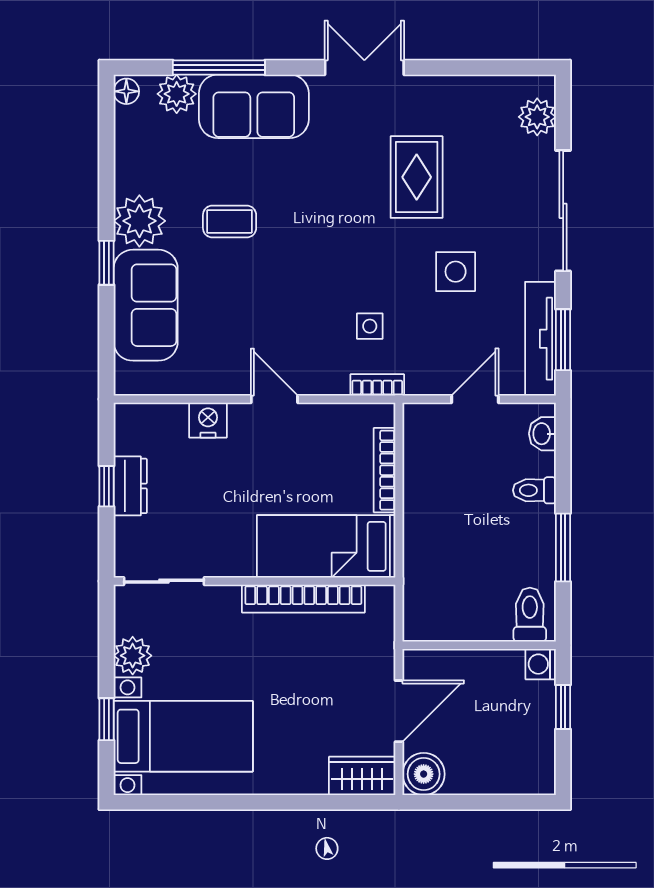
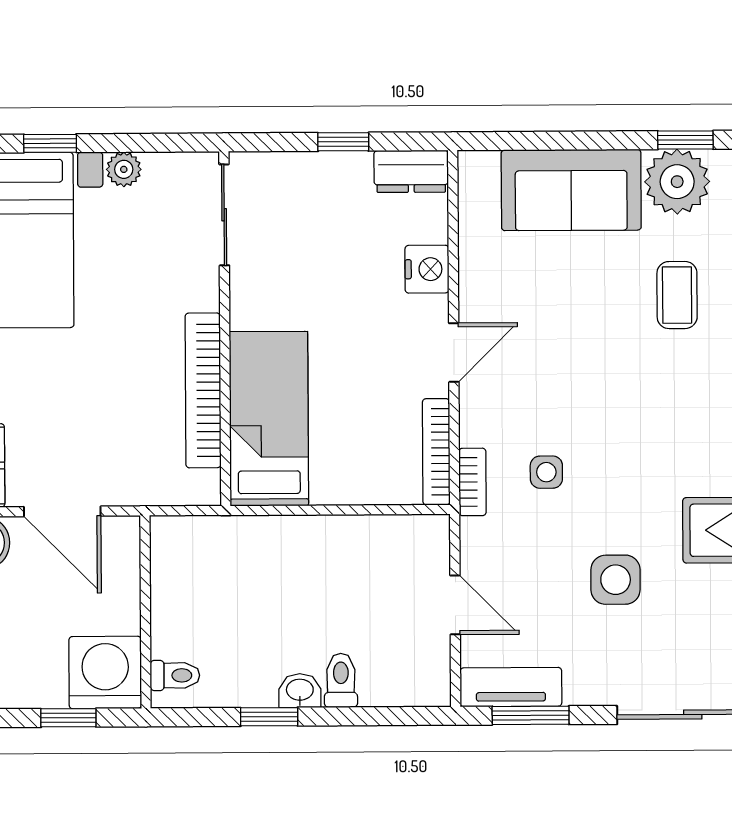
window: (106, 263) -> (685, 140), moved
tv unit: (540, 339) -> (511, 687), width x0.71
washbasin: (542, 434) -> (300, 691), moved
bookcase: (385, 470) -> (436, 452), moved, turned -90
dresser: (130, 486) -> (411, 171), moved
window: (563, 547) -> (269, 717), width x0.67
toilet: (530, 615) -> (175, 675), width x0.73, depth x0.72
plant: (133, 656) -> (124, 169), width x0.73, depth x0.73
washing machine: (541, 664) -> (105, 673), width x1.89, depth x1.89

